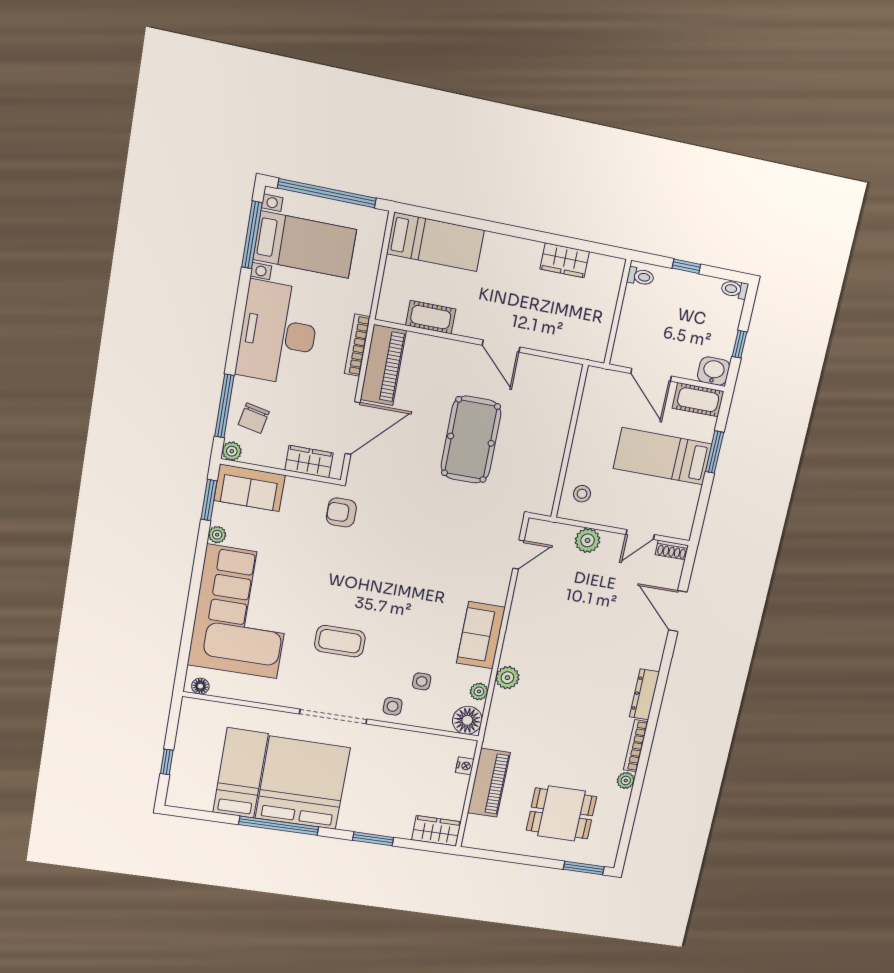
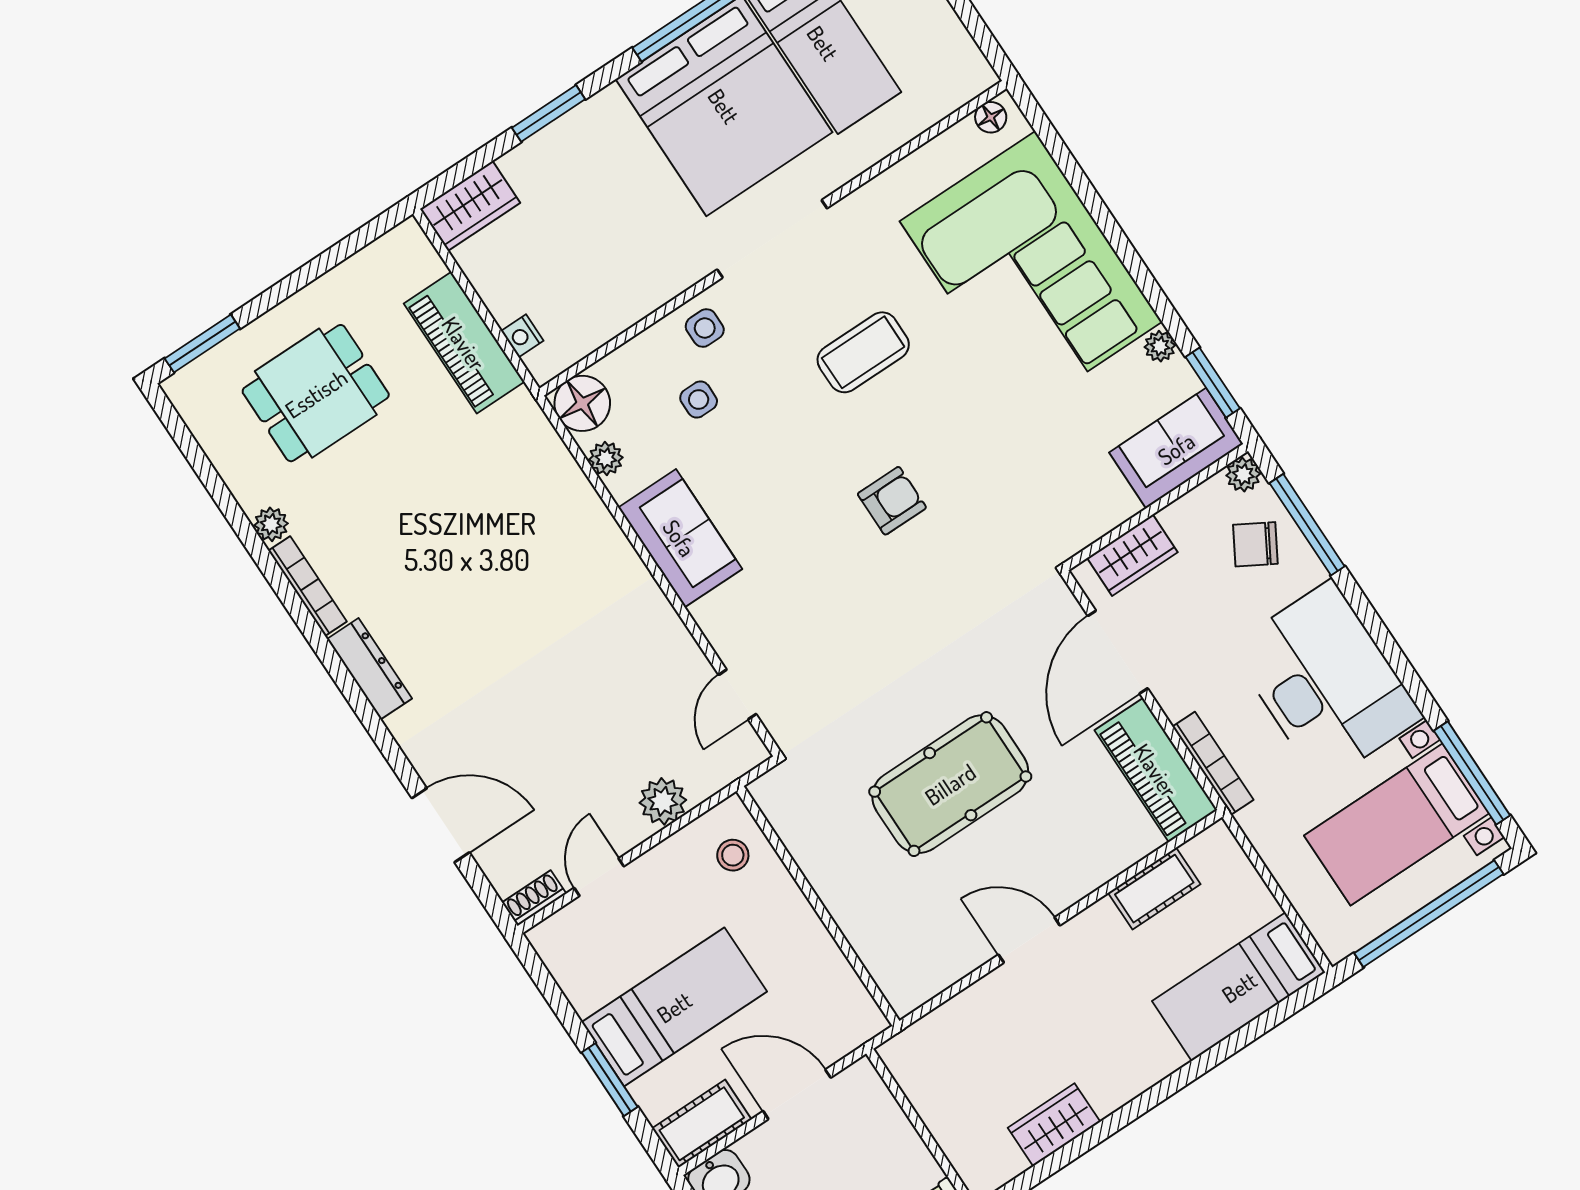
chair: (254, 418) -> (1255, 544), turned -72
pool table: (471, 440) -> (950, 784), turned 90
armchair: (341, 512) -> (892, 501), moved
plant: (507, 678) -> (586, 514), removed

